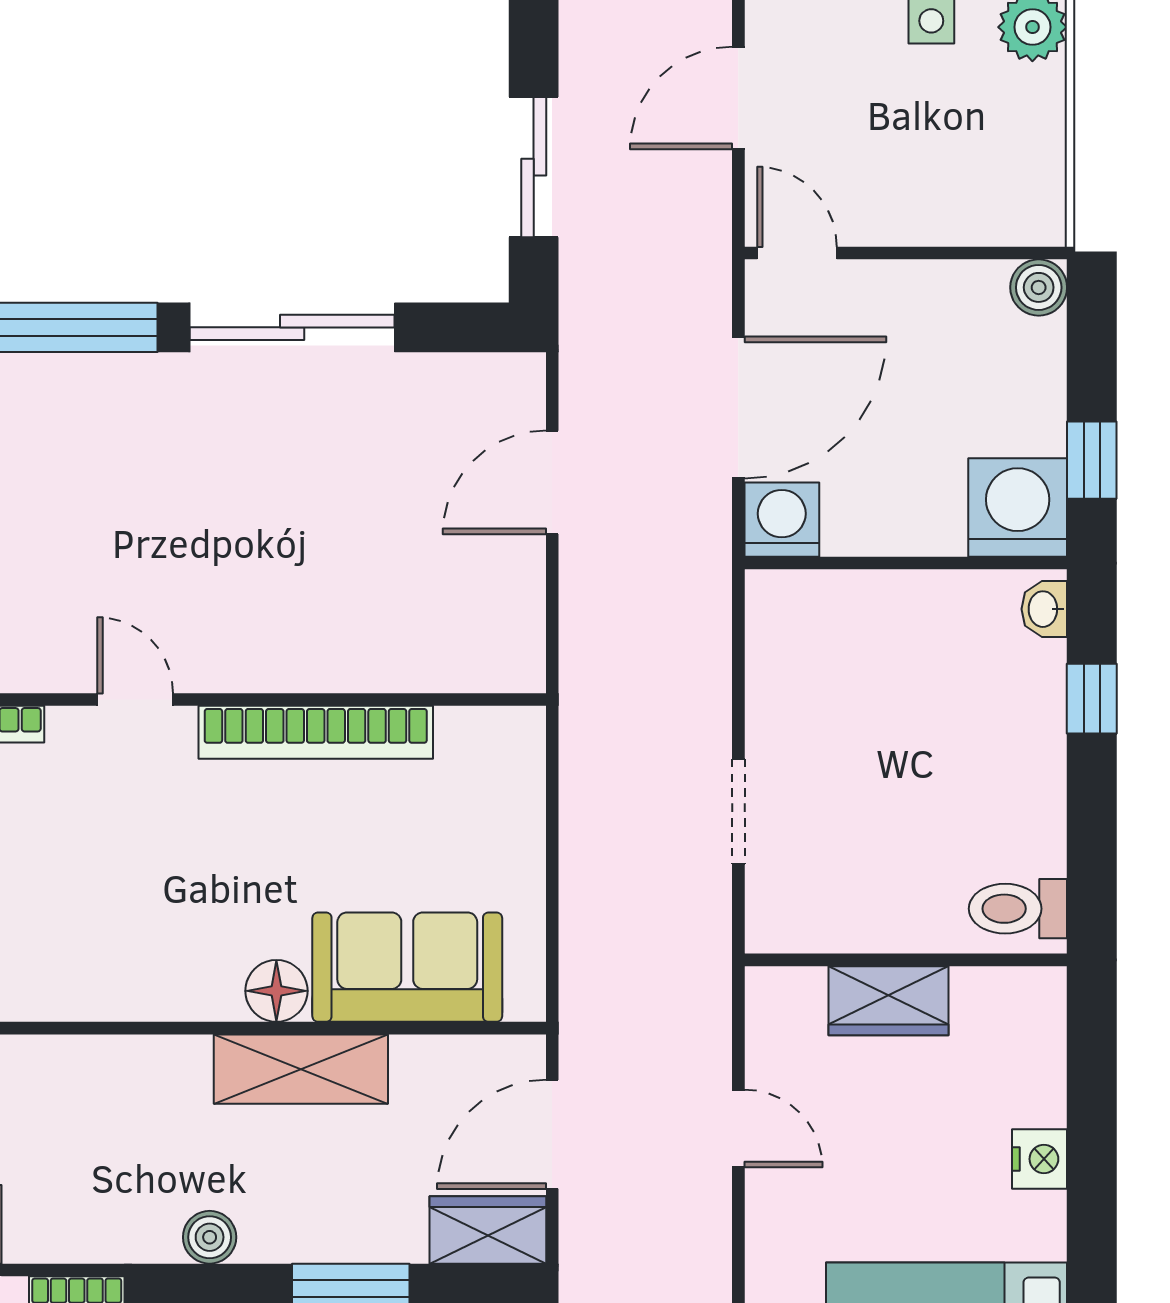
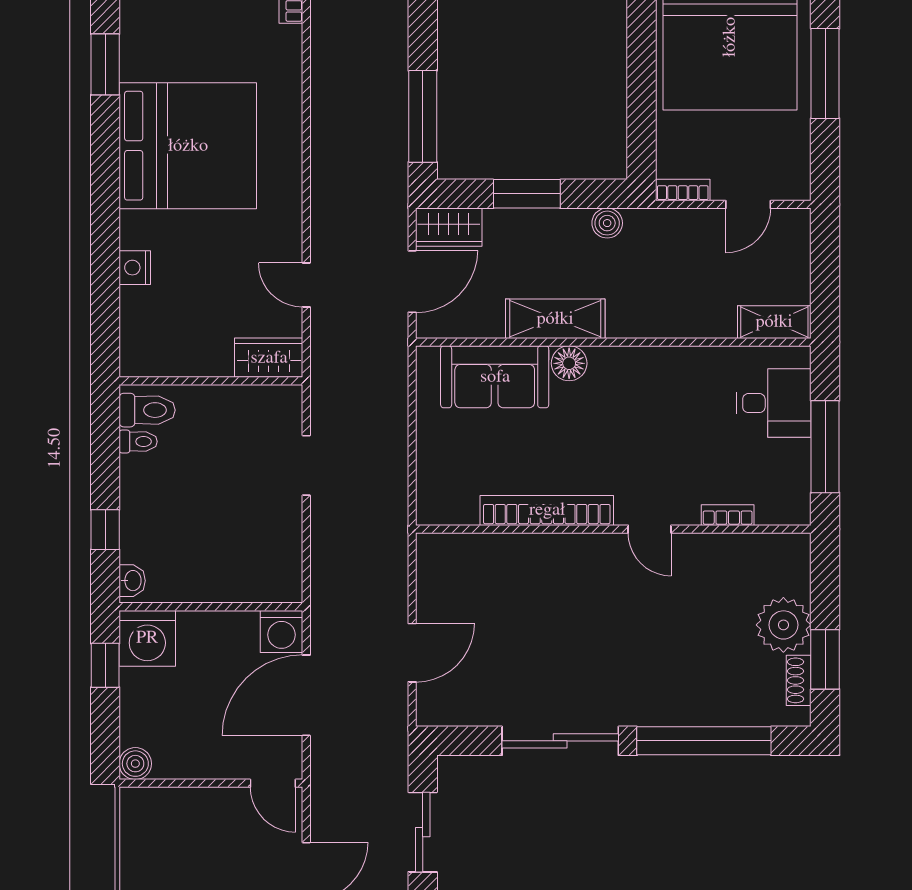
toilet: (1034, 853) -> (138, 442), added
wardrobe: (889, 1001) -> (269, 358), moved

